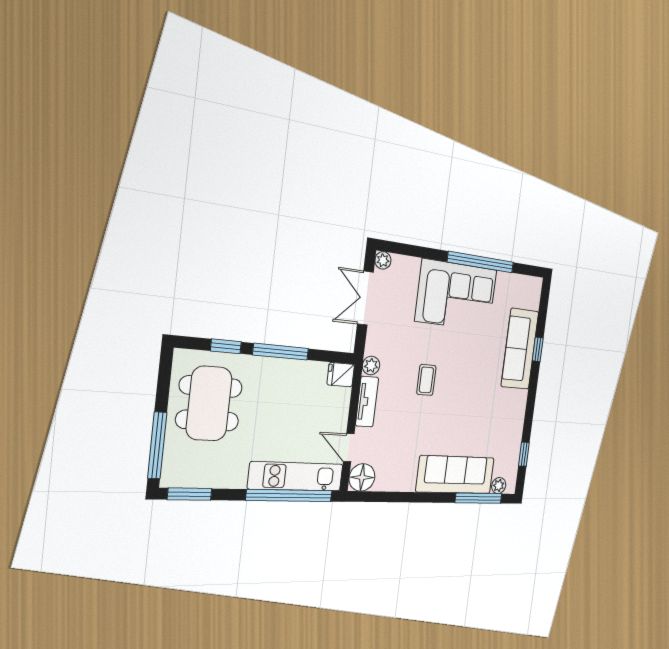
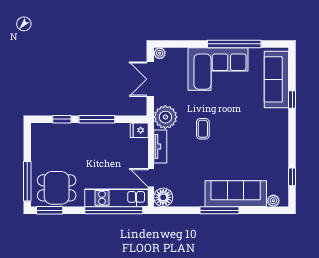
sofa: (520, 349) -> (276, 79), moved
plant: (371, 365) -> (165, 117), width x1.88, depth x1.88
dining table: (209, 404) -> (57, 188), moved, width x0.73
window: (479, 498) -> (219, 210), moved

